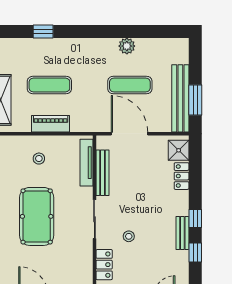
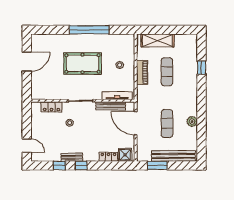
bench: (180, 98) -> (173, 156), moved
door: (130, 134) -> (136, 123), swing flipped

